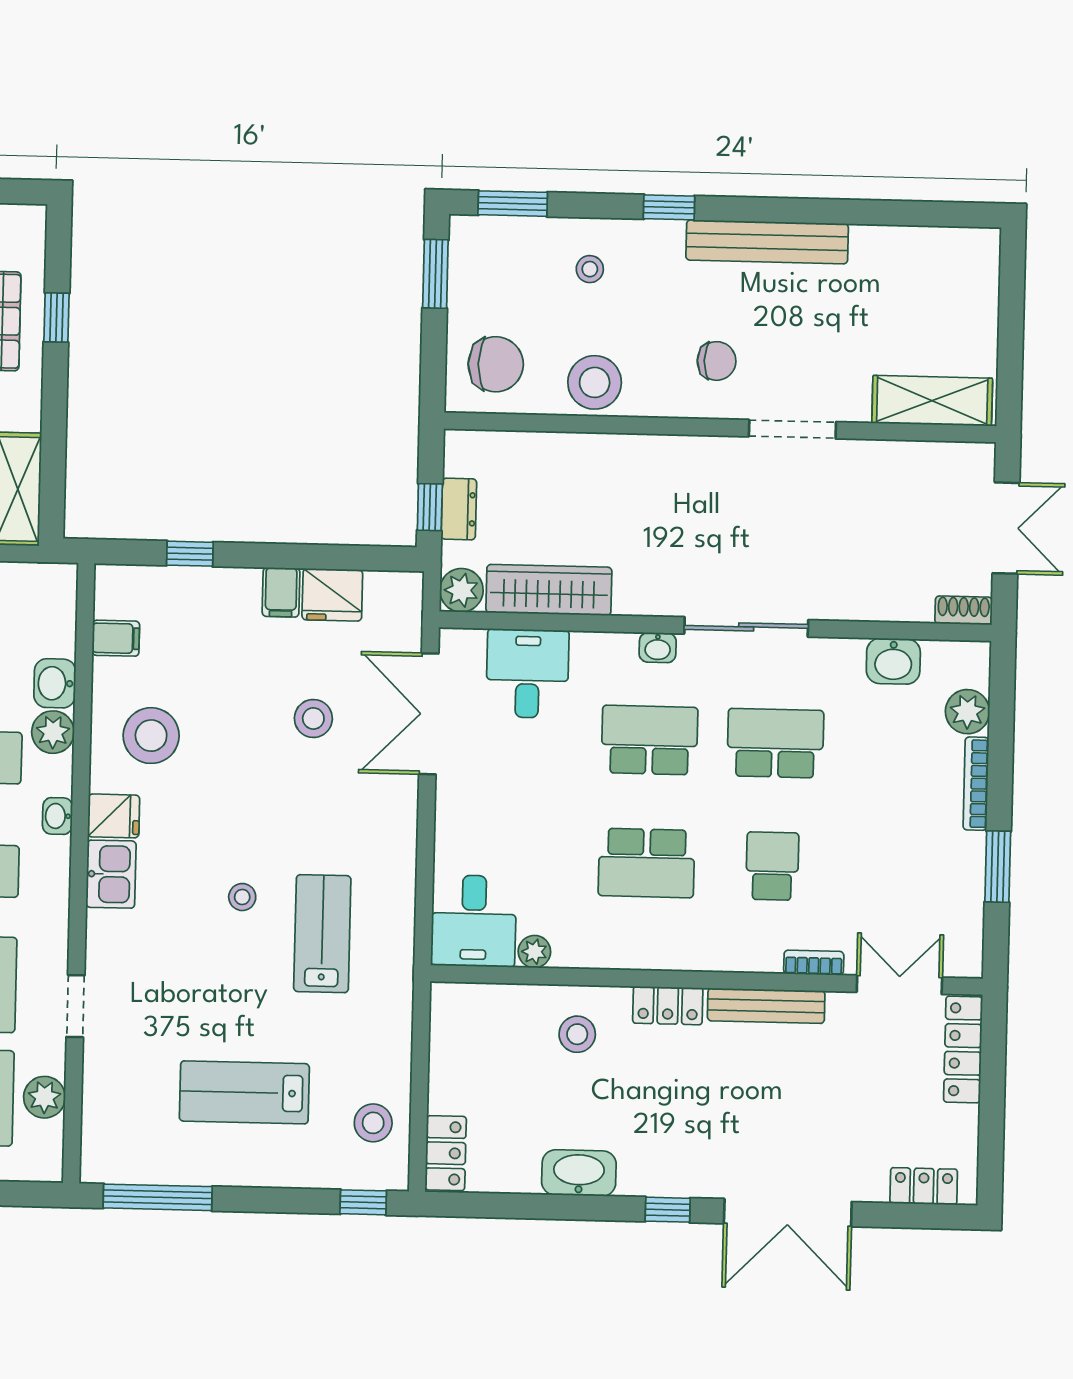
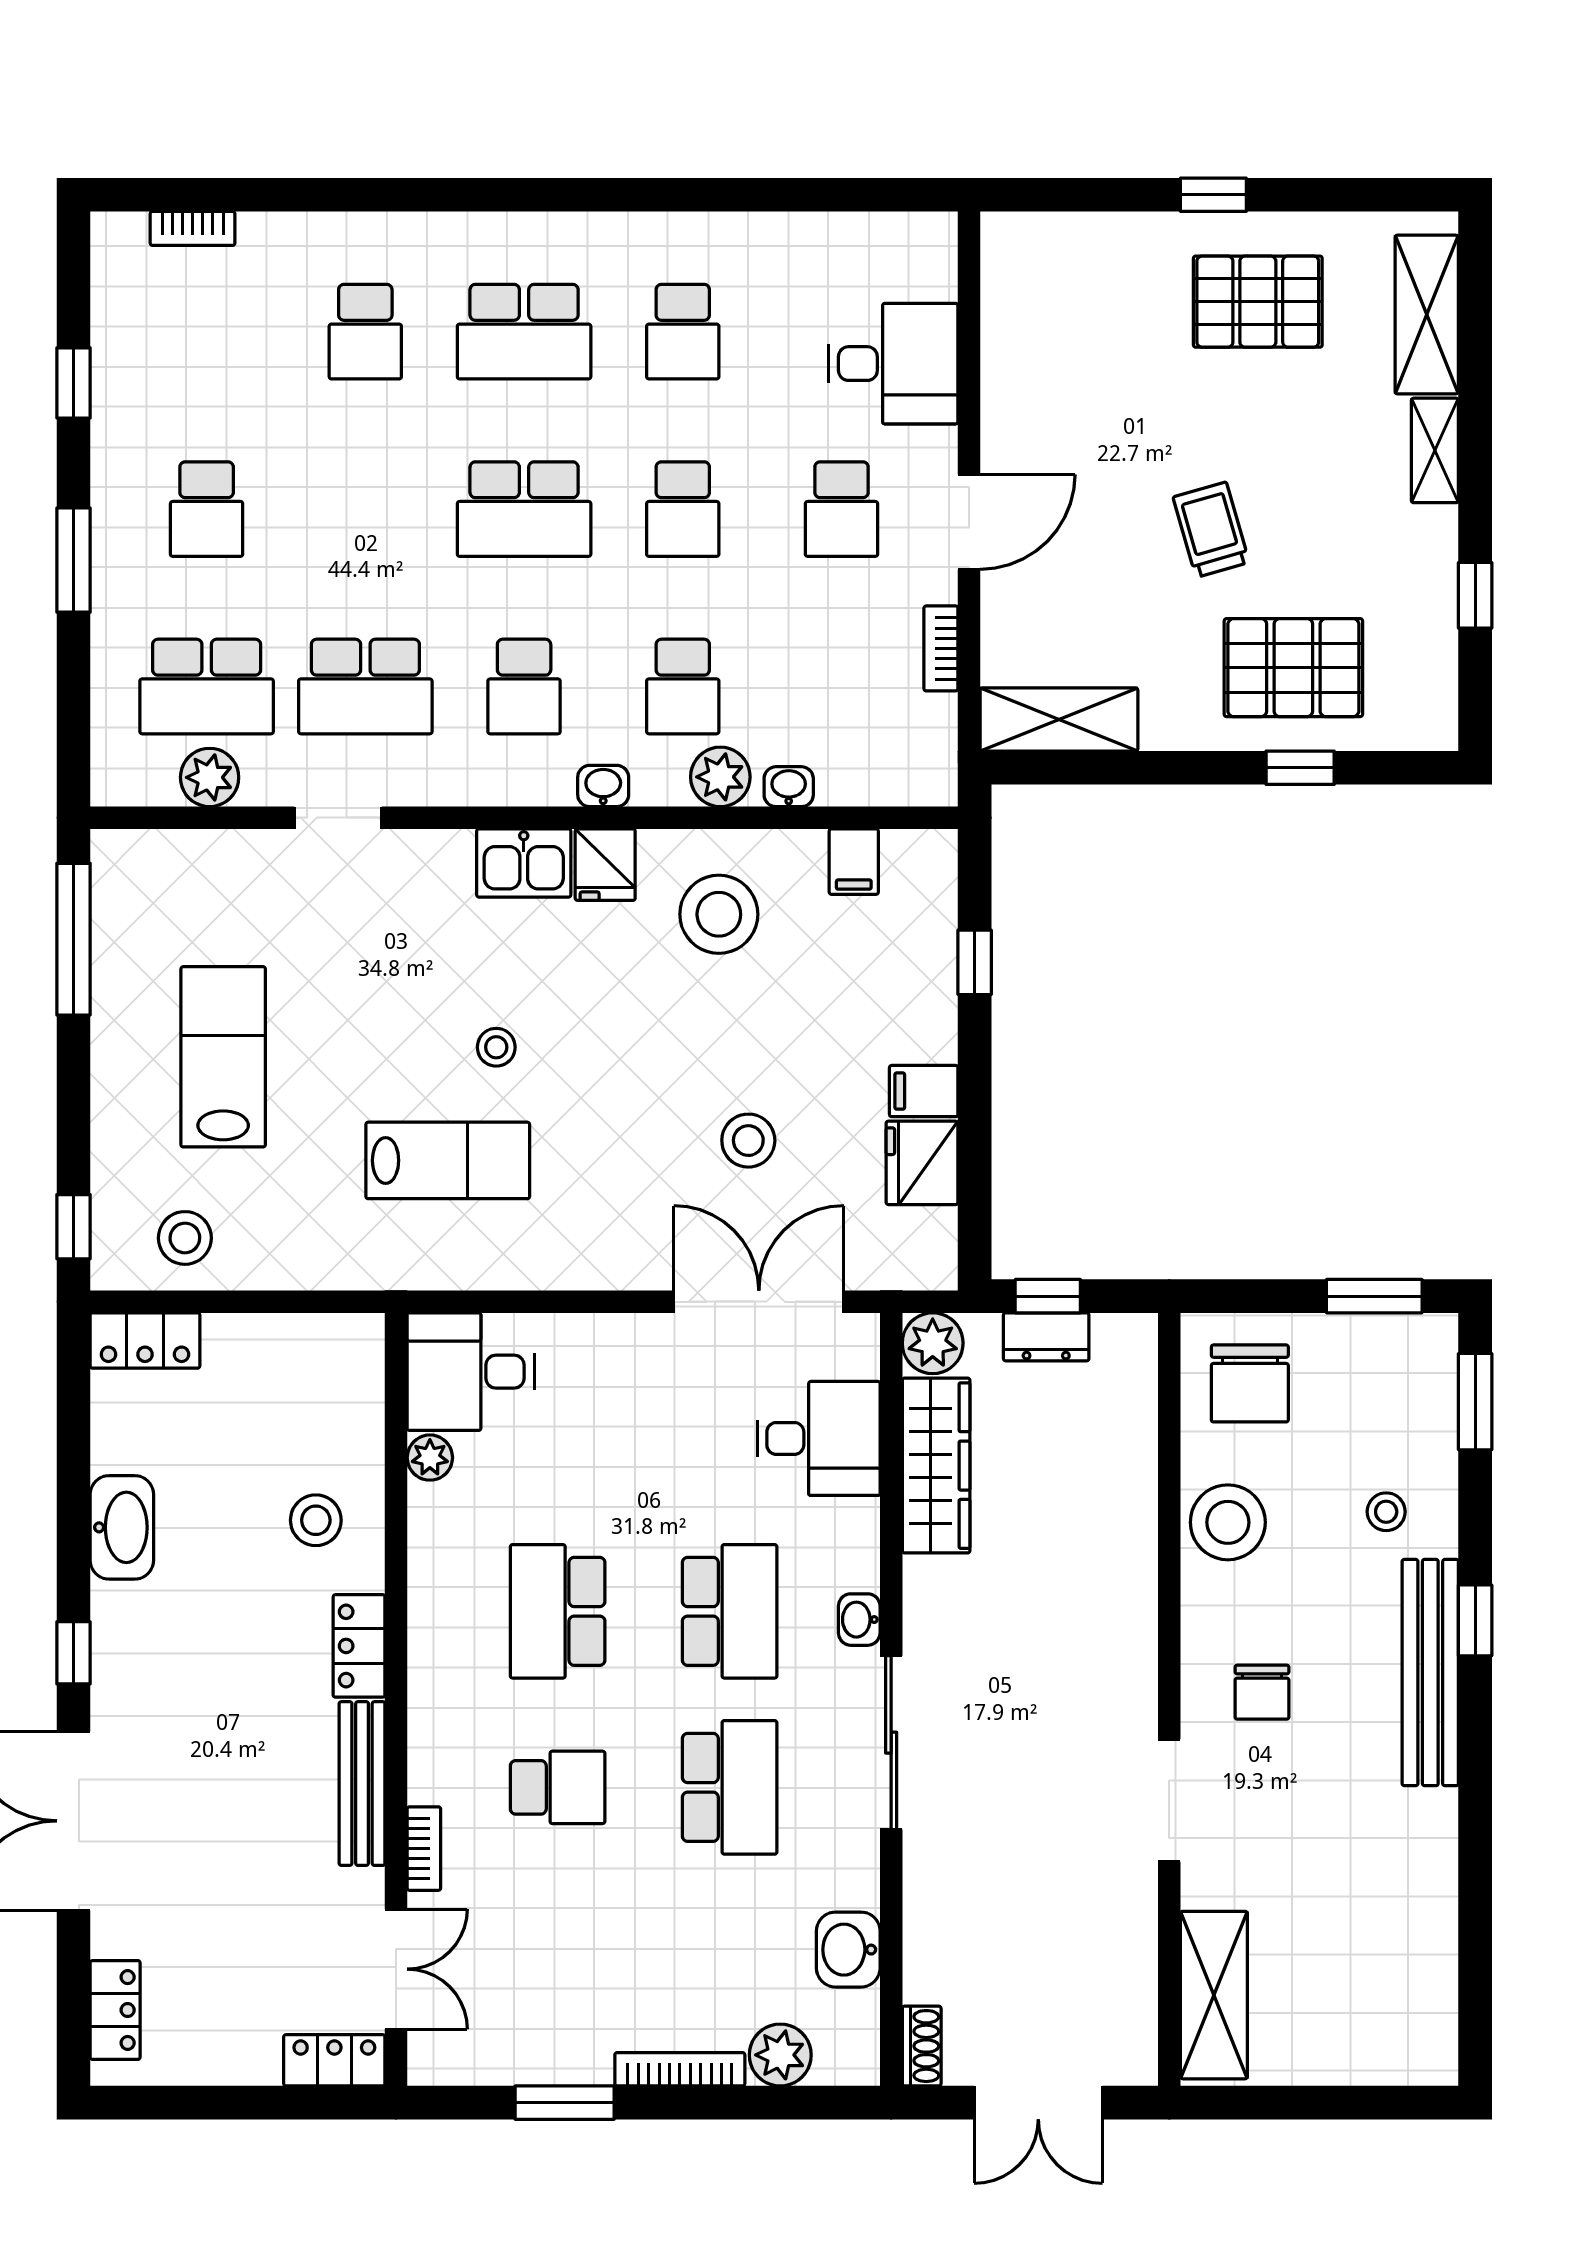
bench: (767, 242) -> (1430, 1673), moved
washbasin: (55, 683) -> (789, 787), width x0.72, depth x0.69
locker: (963, 1049) -> (334, 2060), width x0.66

